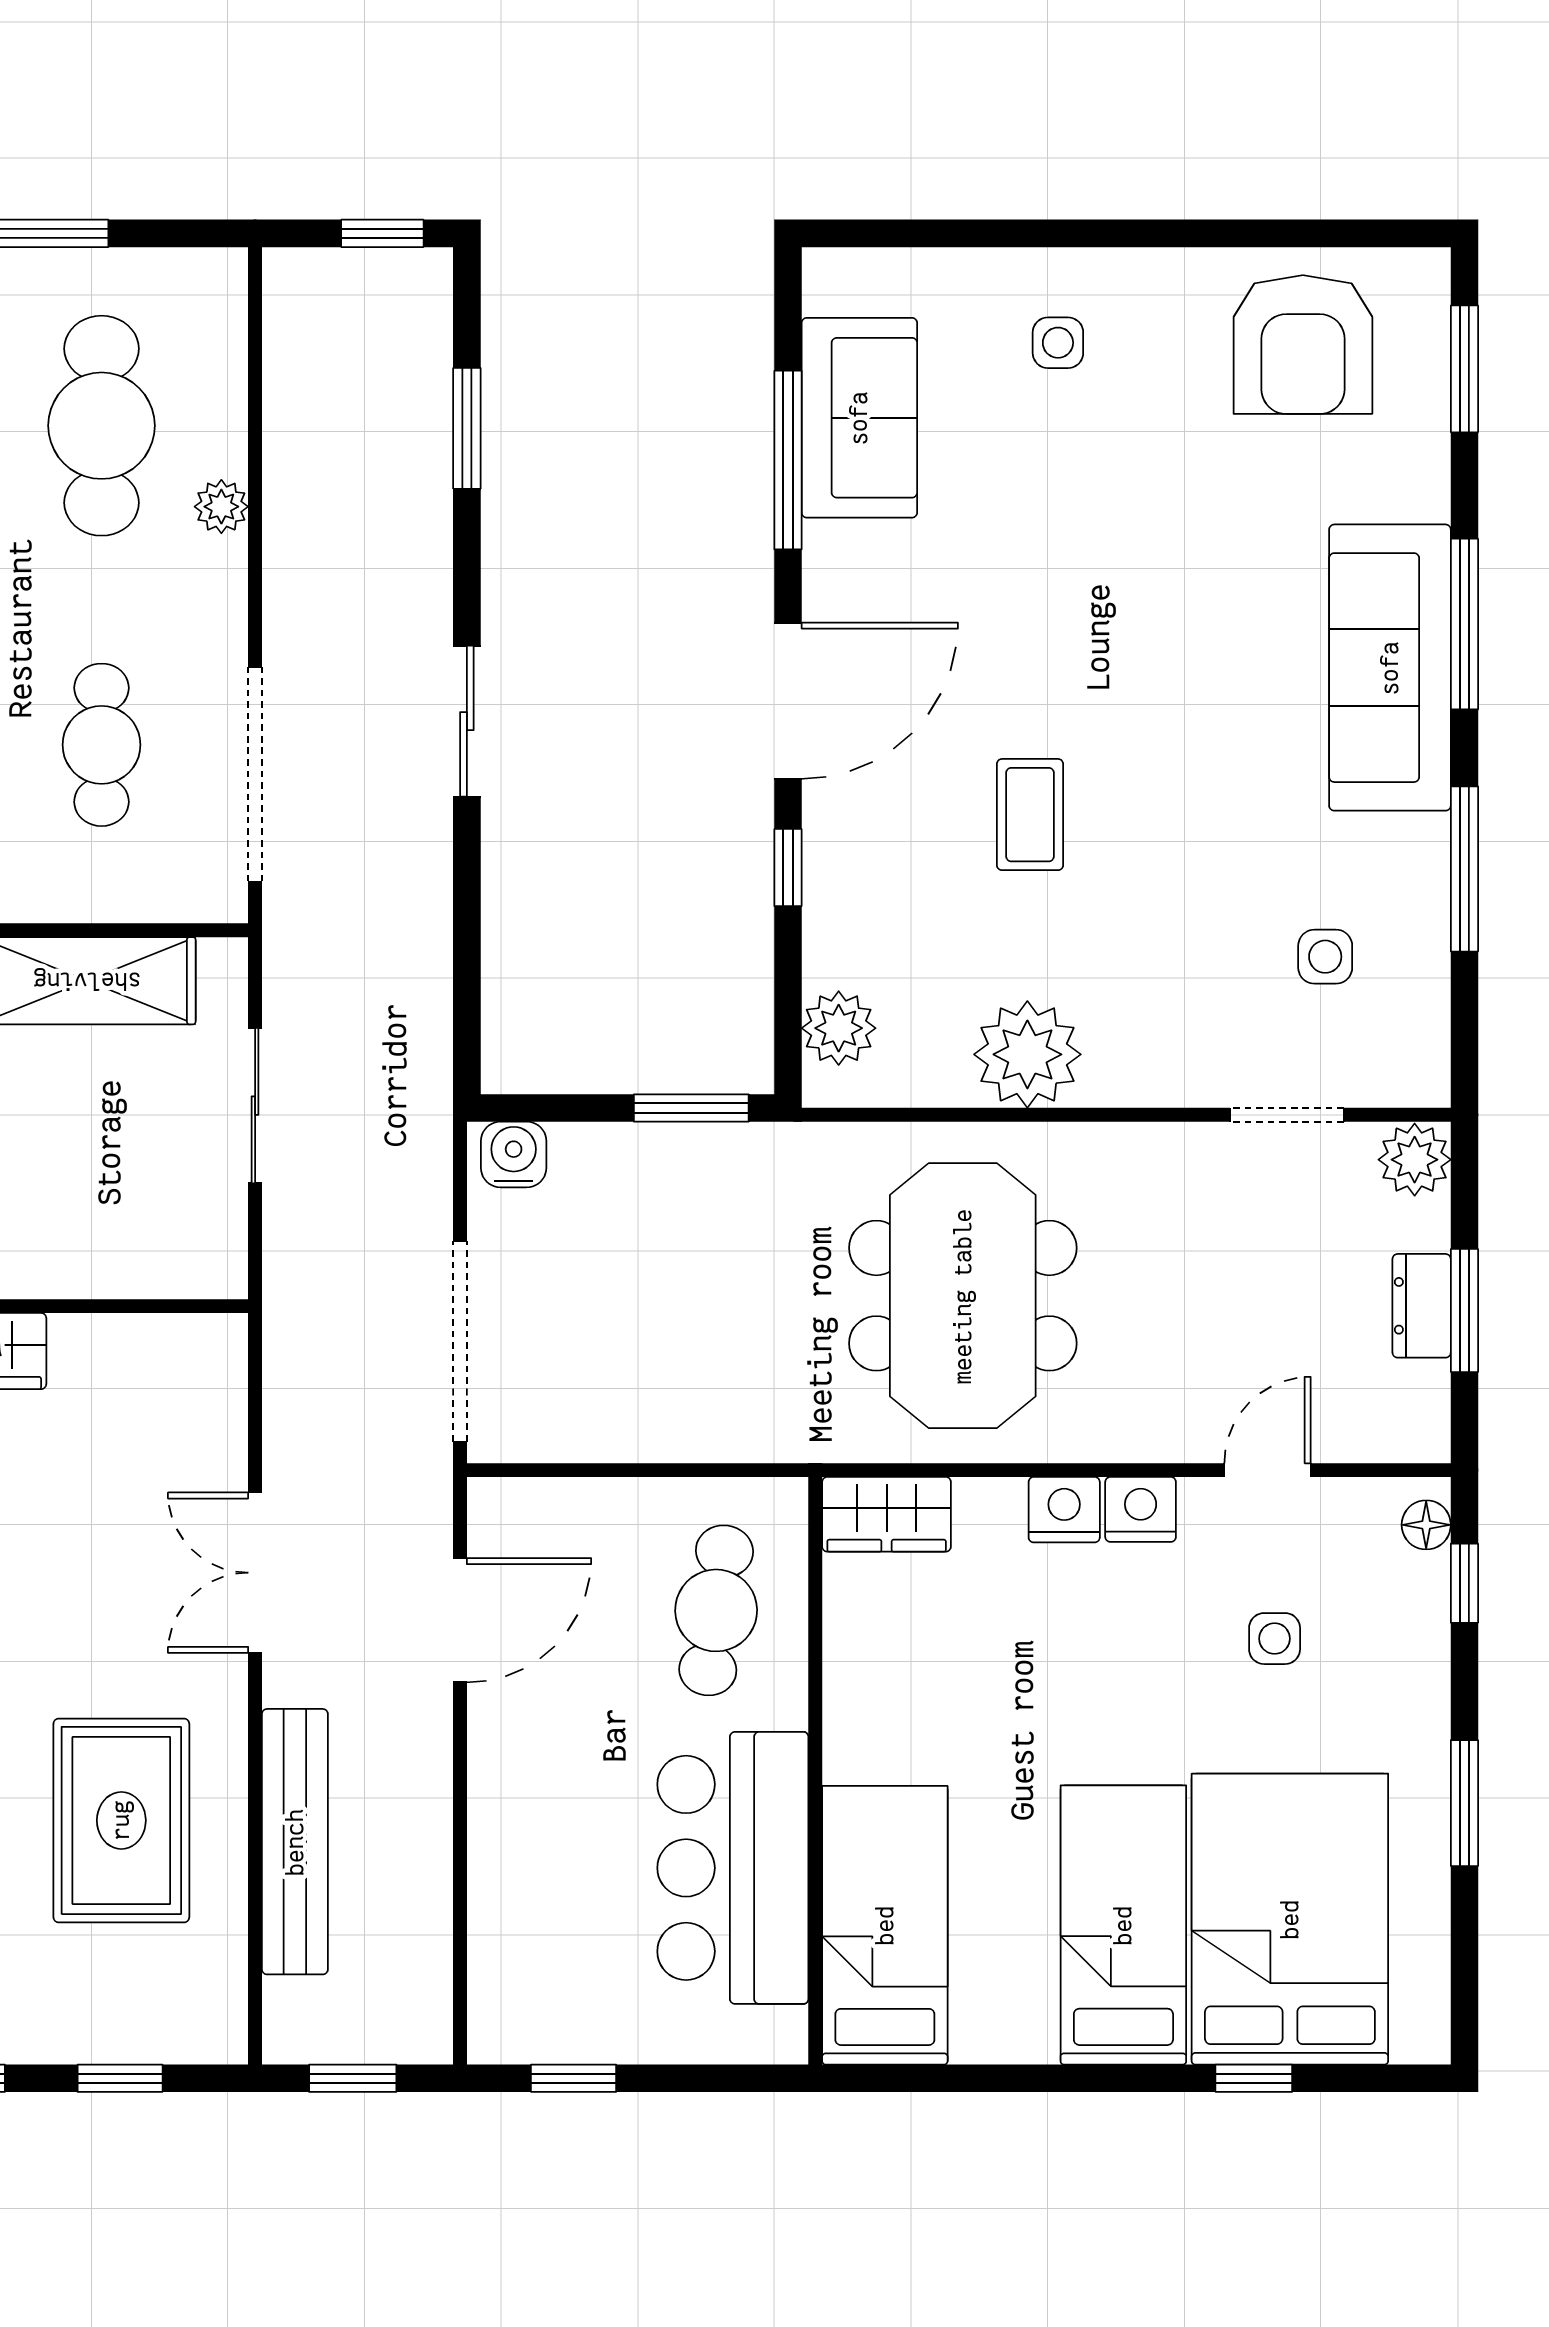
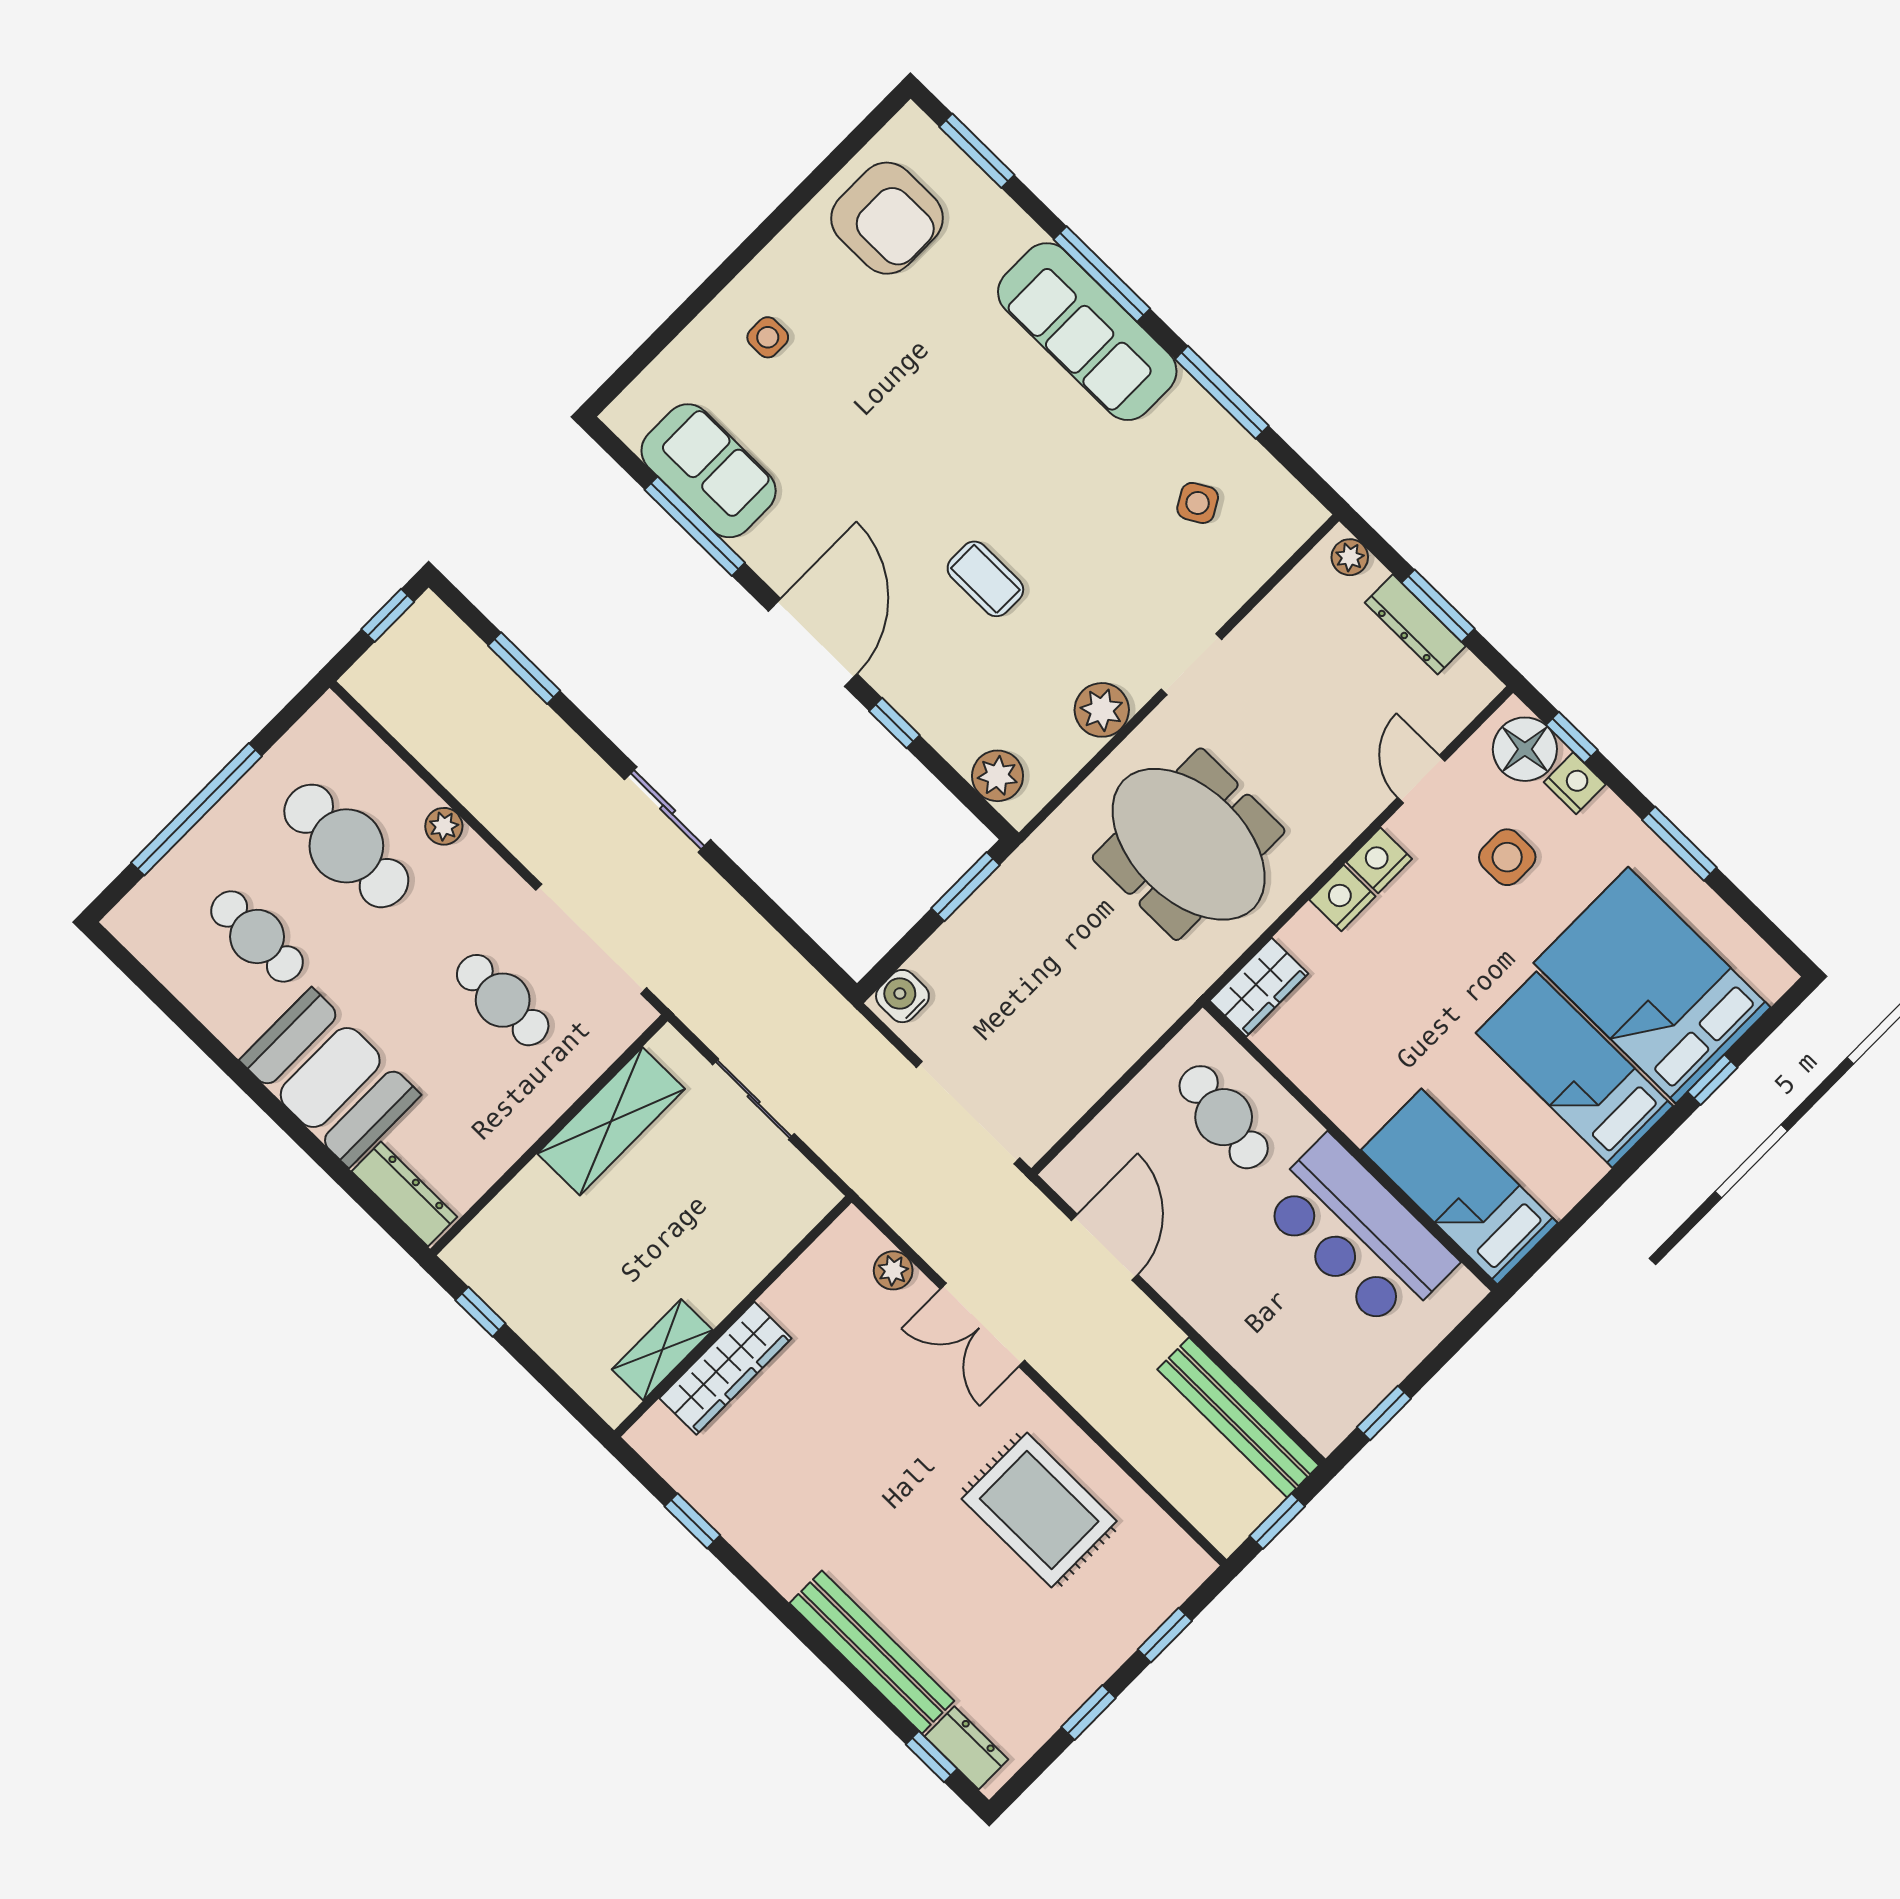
side table: (1325, 957) -> (1198, 503), turned -30
plant: (1027, 1054) -> (1102, 710), width x0.73, depth x0.73
doorway: (1287, 1115) -> (1191, 664), moved
plant: (1415, 1160) -> (1350, 557), width x0.73, depth x0.73
dresser: (1422, 1306) -> (1415, 624), width x1.44
plant: (220, 1425) -> (893, 1270), added
floor lamp: (1426, 1525) -> (1525, 749), width x1.89, depth x1.89
nightstand: (1420, 1633) -> (1575, 783), added
side table: (1275, 1639) -> (1507, 857), width x1.37, depth x1.37
bench: (295, 1842) -> (1238, 1417), moved

